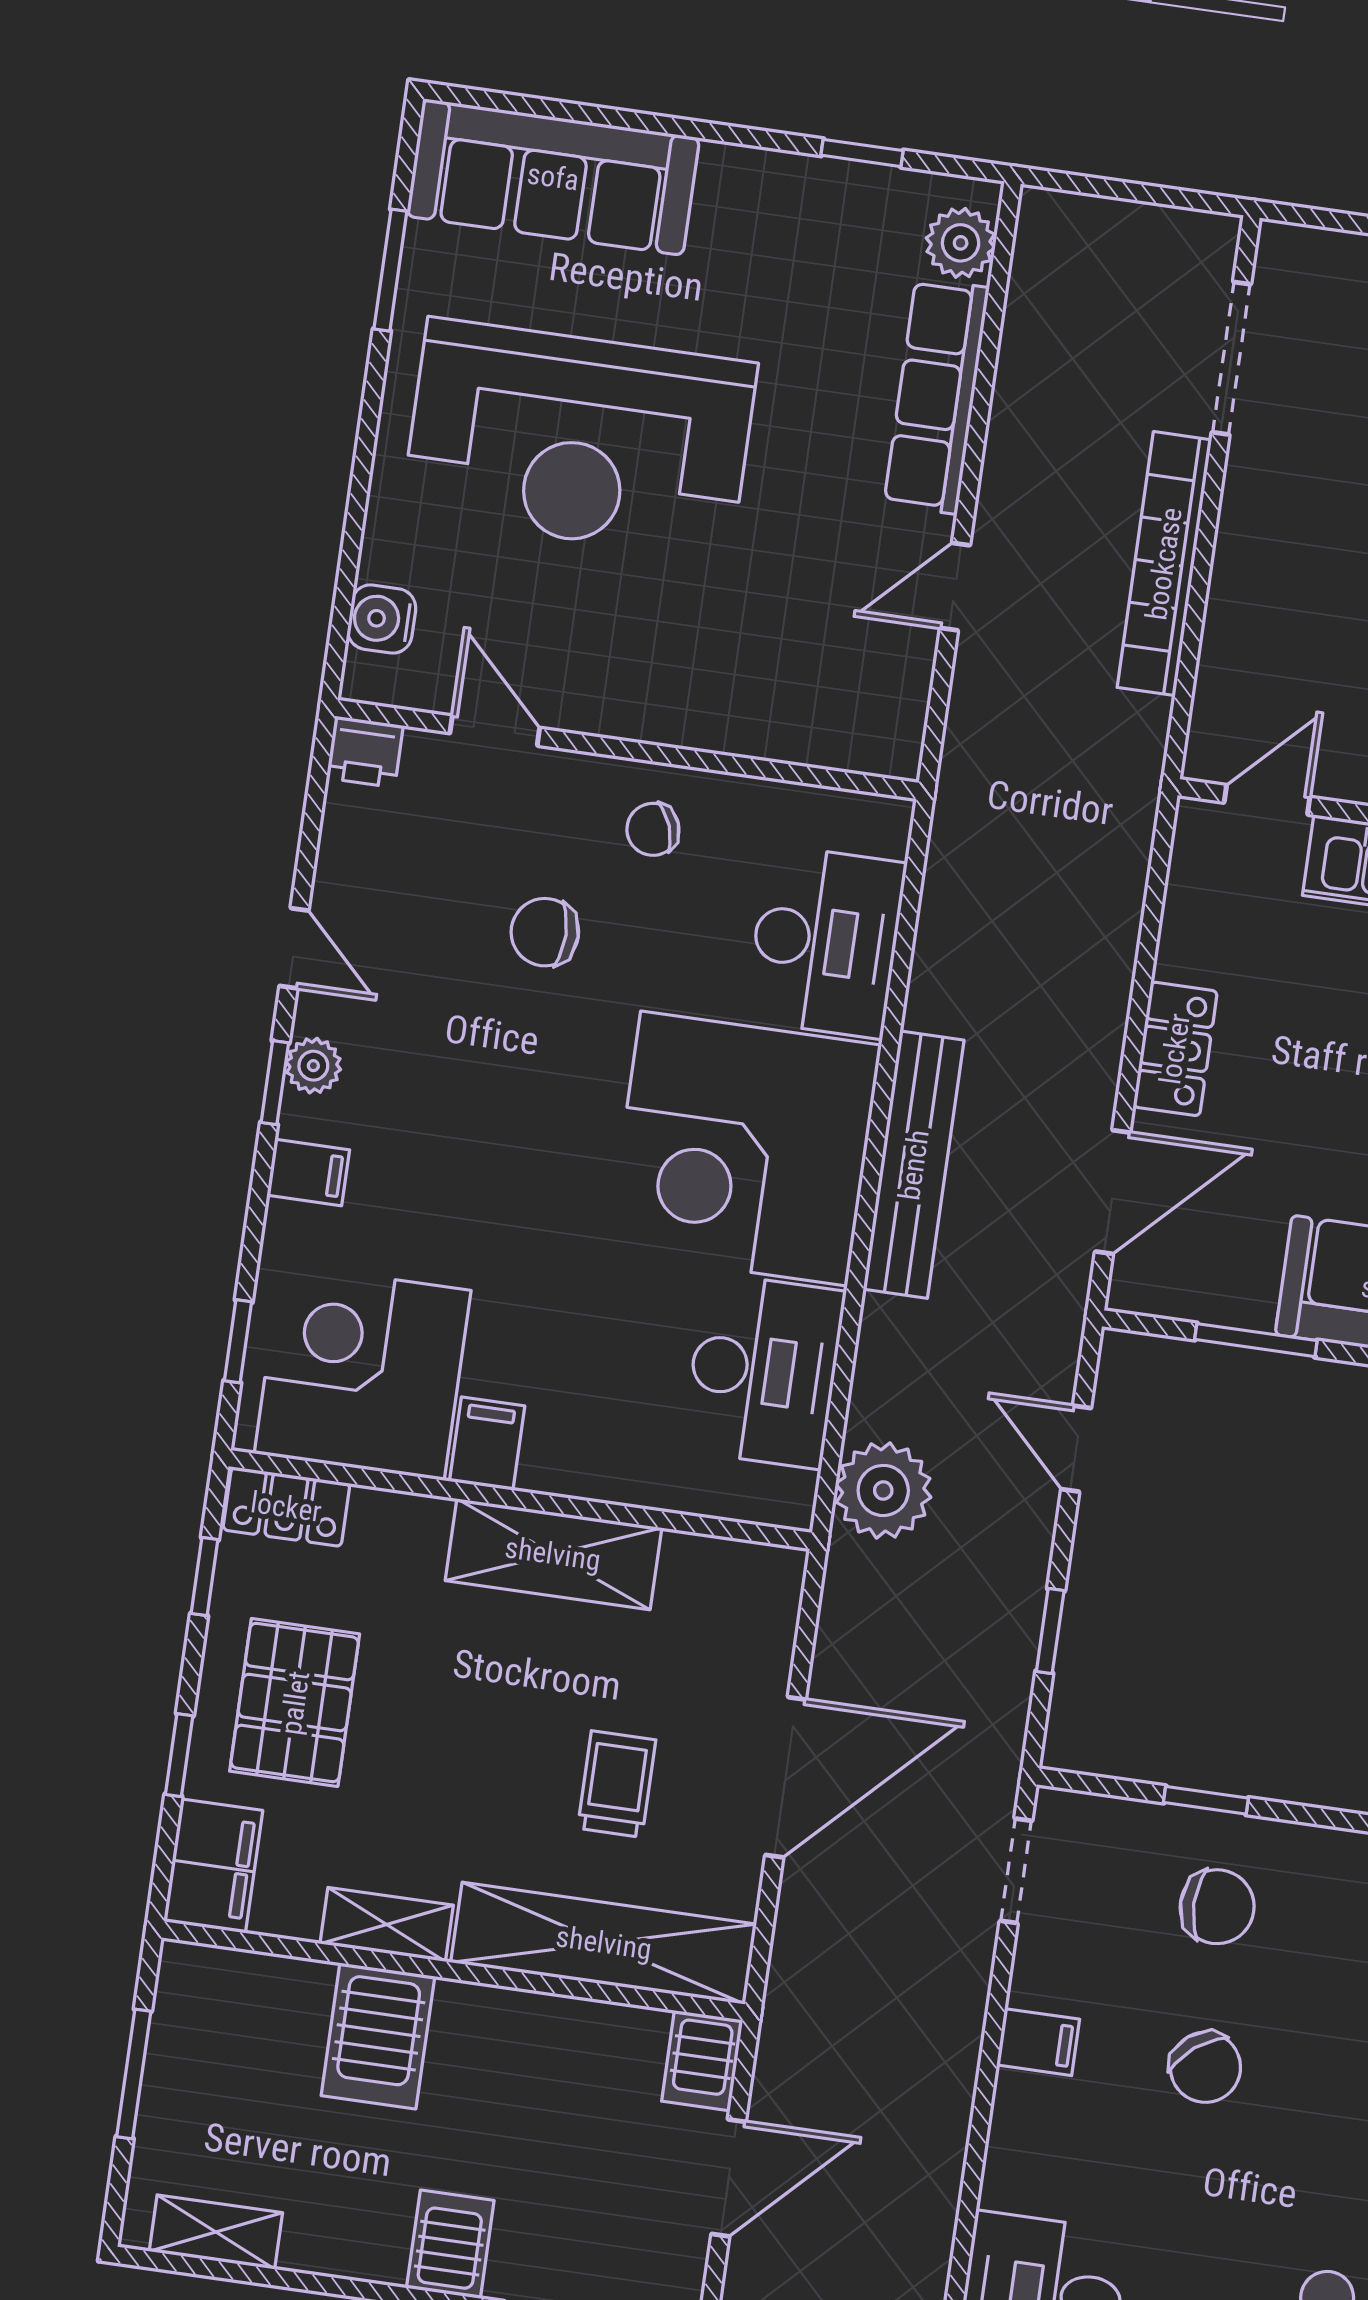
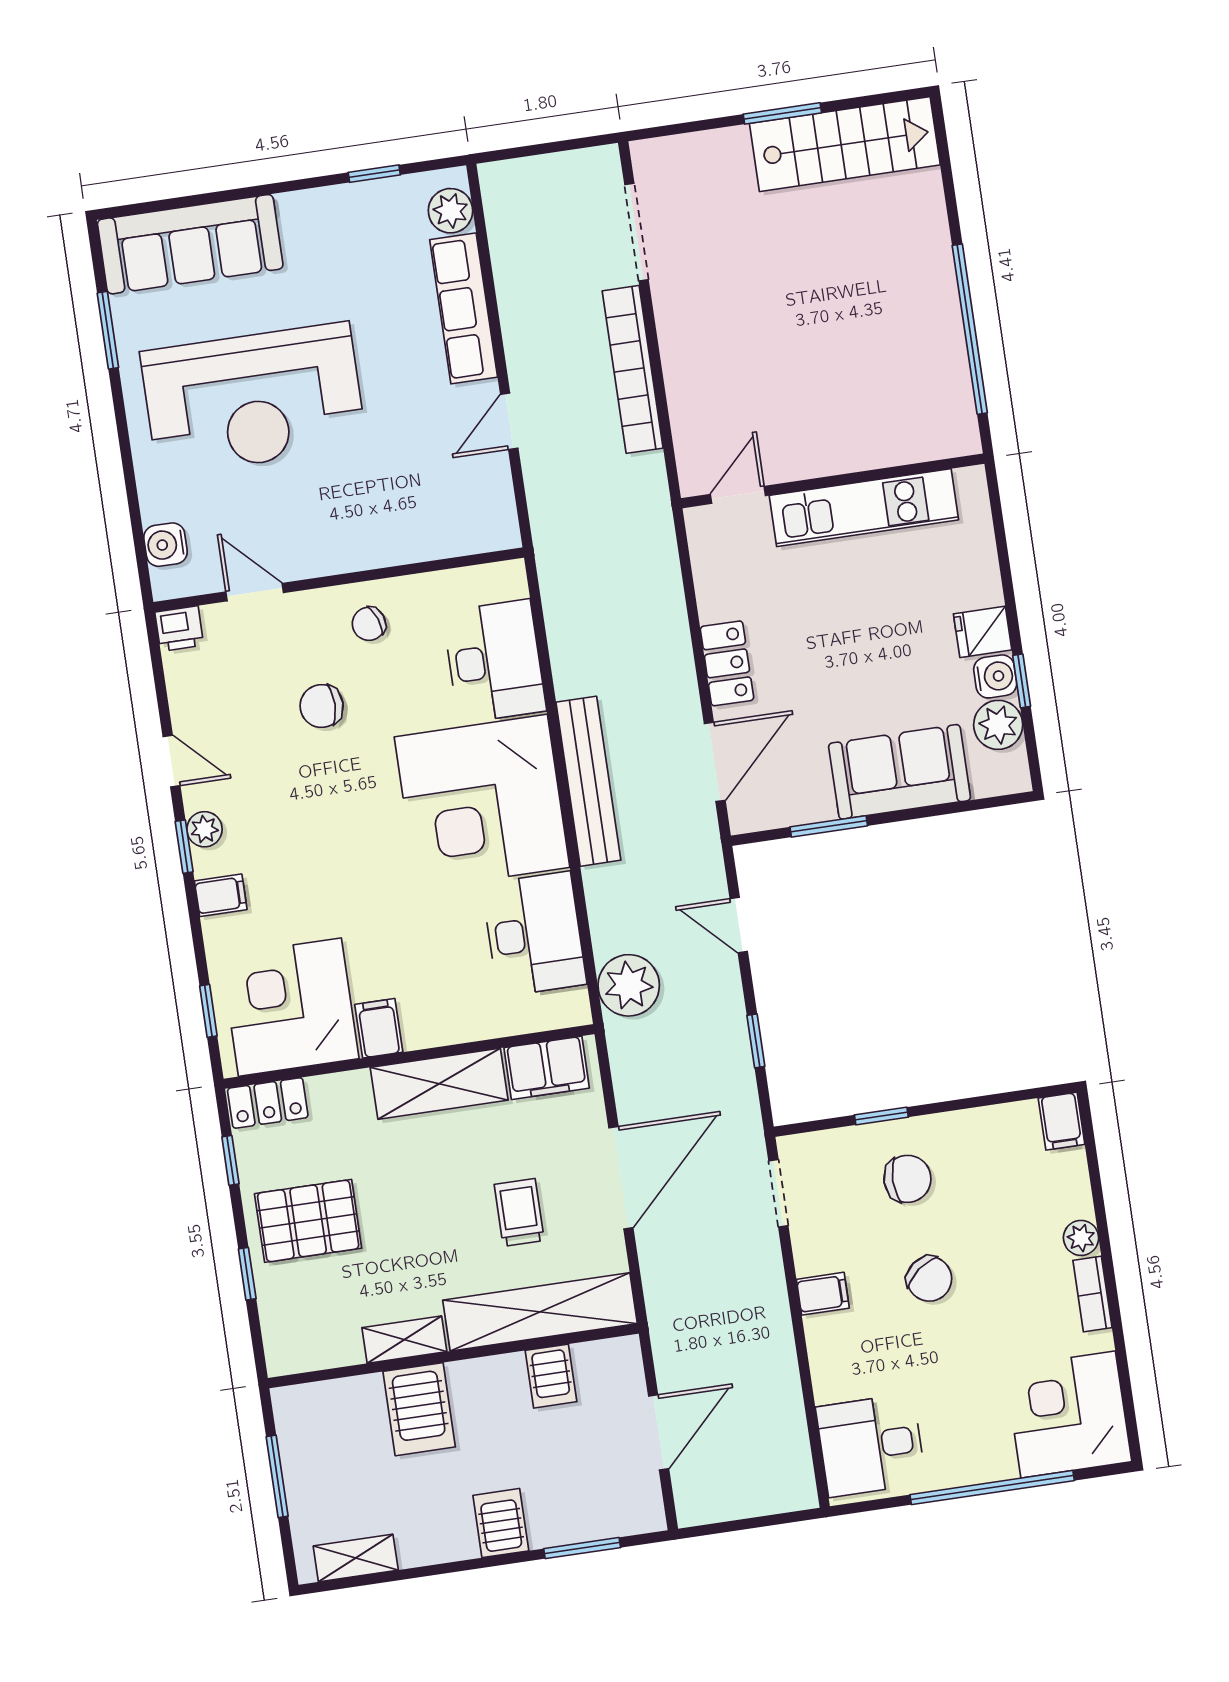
pallet: (295, 1703) -> (308, 1221), turned 90
filing cabinet: (213, 1866) -> (547, 1068), moved, turned 90
server rack: (702, 2061) -> (551, 1376), moved

